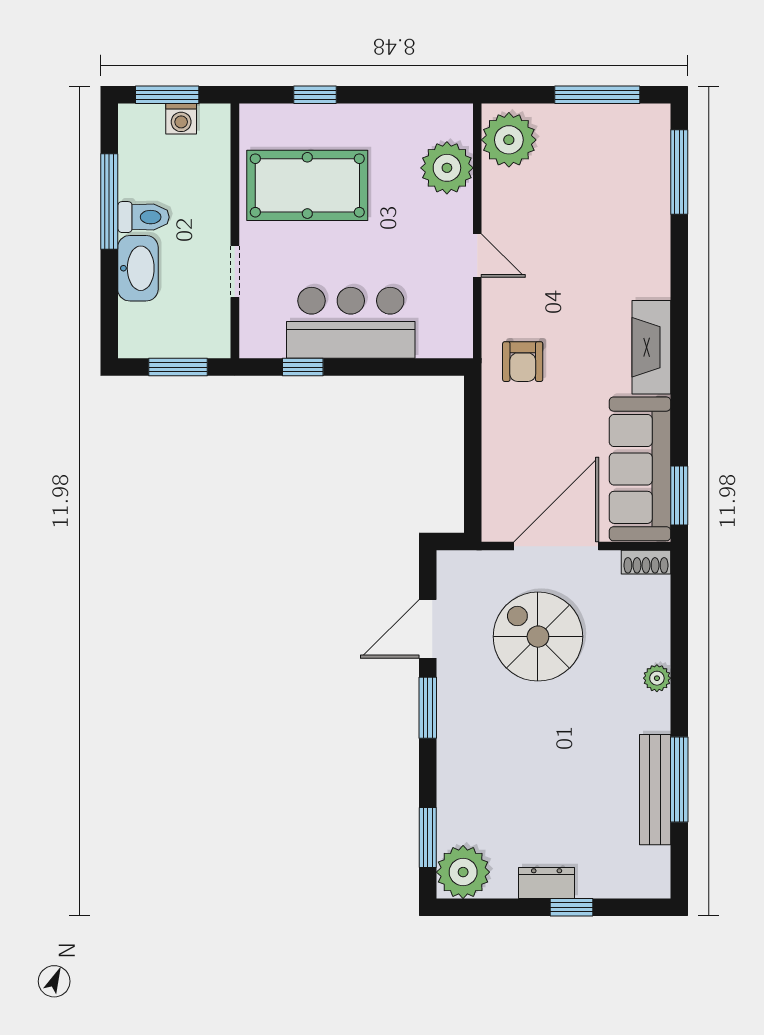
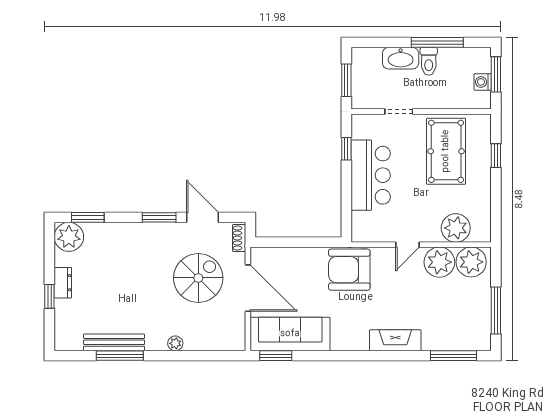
plant: (509, 198) -> (439, 262), added
fireplace: (651, 347) -> (395, 340), moved
armchair: (523, 362) -> (349, 270), width x1.88, depth x1.88
shoe rack: (646, 562) -> (239, 238), moved

